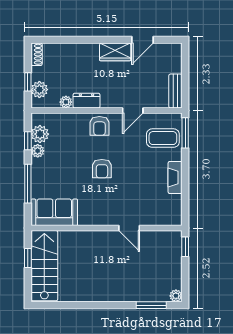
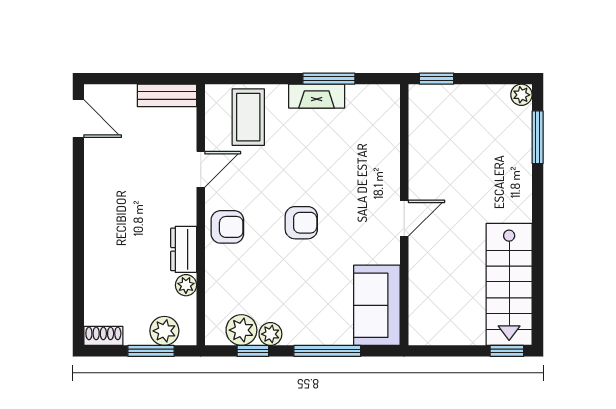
door: (142, 40) -> (78, 119), moved
wardrobe: (115, 52) -> (99, 200), removed
window: (28, 82) -> (151, 351), width x1.50
door: (133, 110) -> (201, 169), hinge flipped
window: (185, 133) -> (329, 79), moved
door: (129, 228) -> (404, 218), moved
window: (28, 258) -> (507, 351), moved
stairs: (44, 266) -> (509, 284), moved, turned -90

